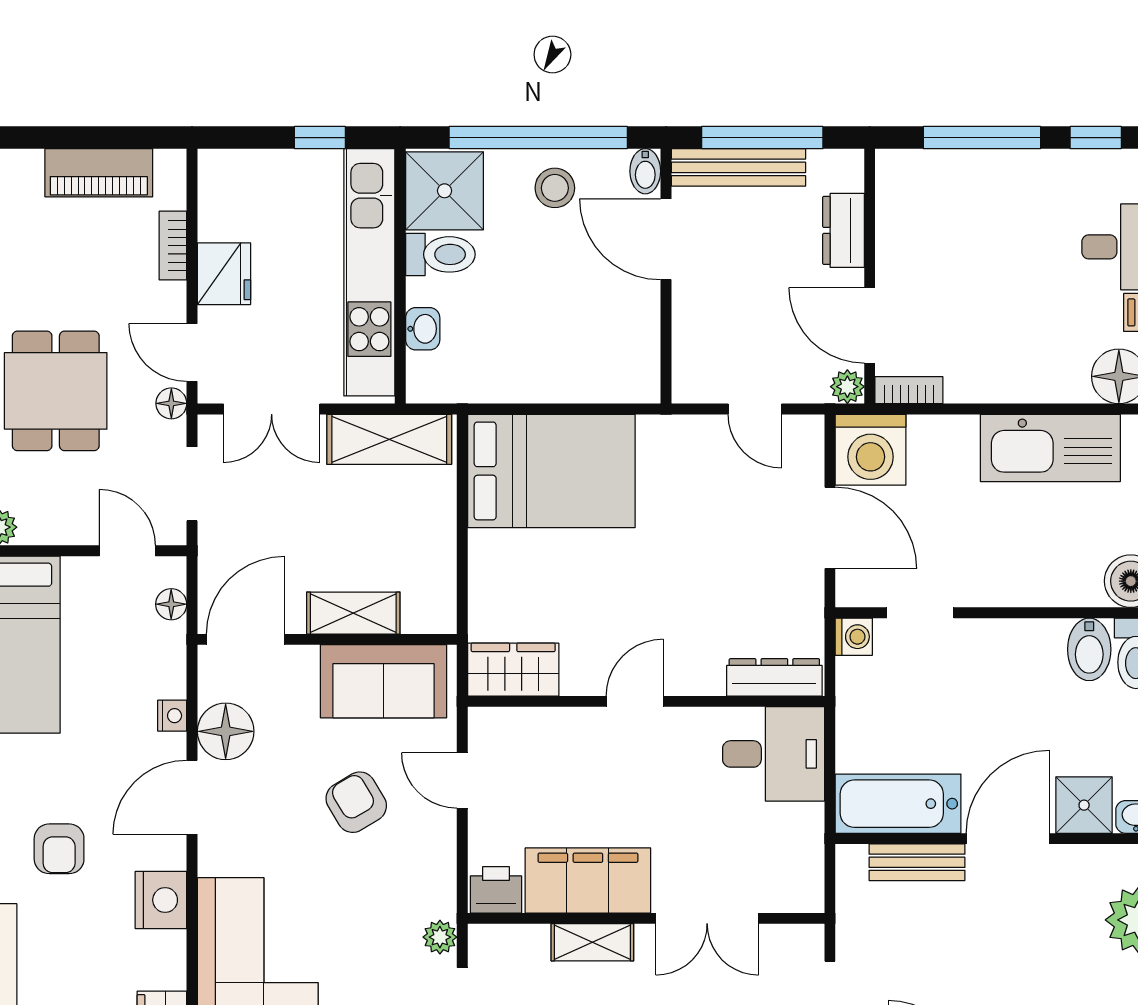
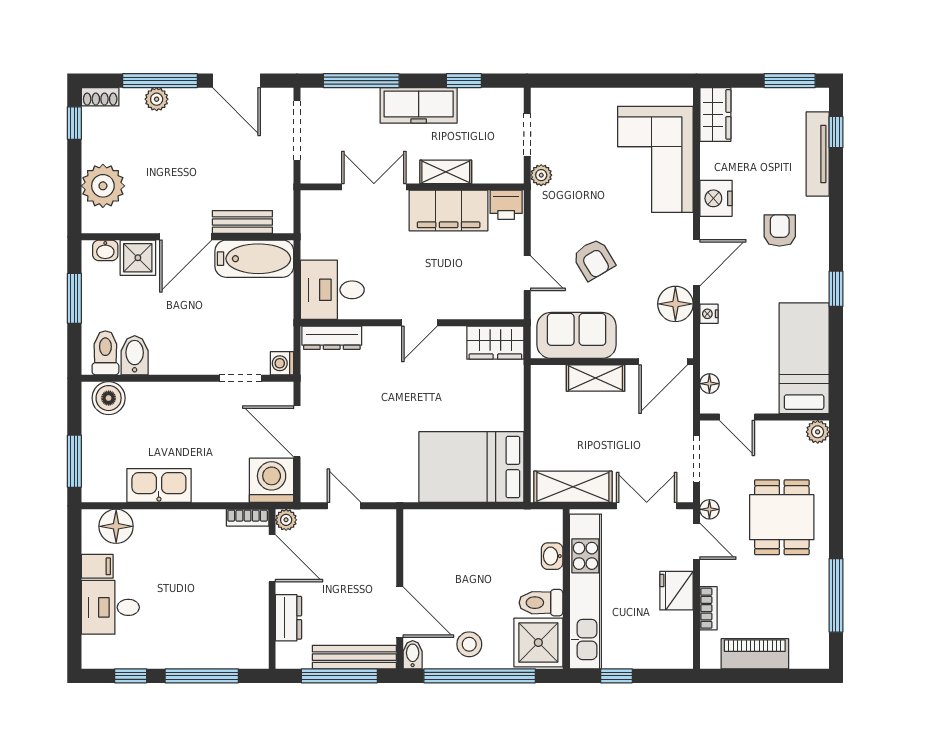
kitchen sink: (1050, 448) -> (159, 486), width x0.73, depth x0.81

